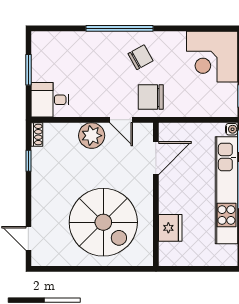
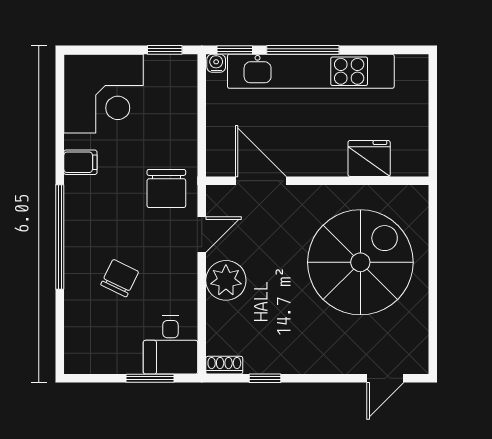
filing cabinet: (168, 42) -> (80, 162), added
chair: (141, 57) -> (120, 278), moved, turned 55
window: (28, 70) -> (150, 378), moved

